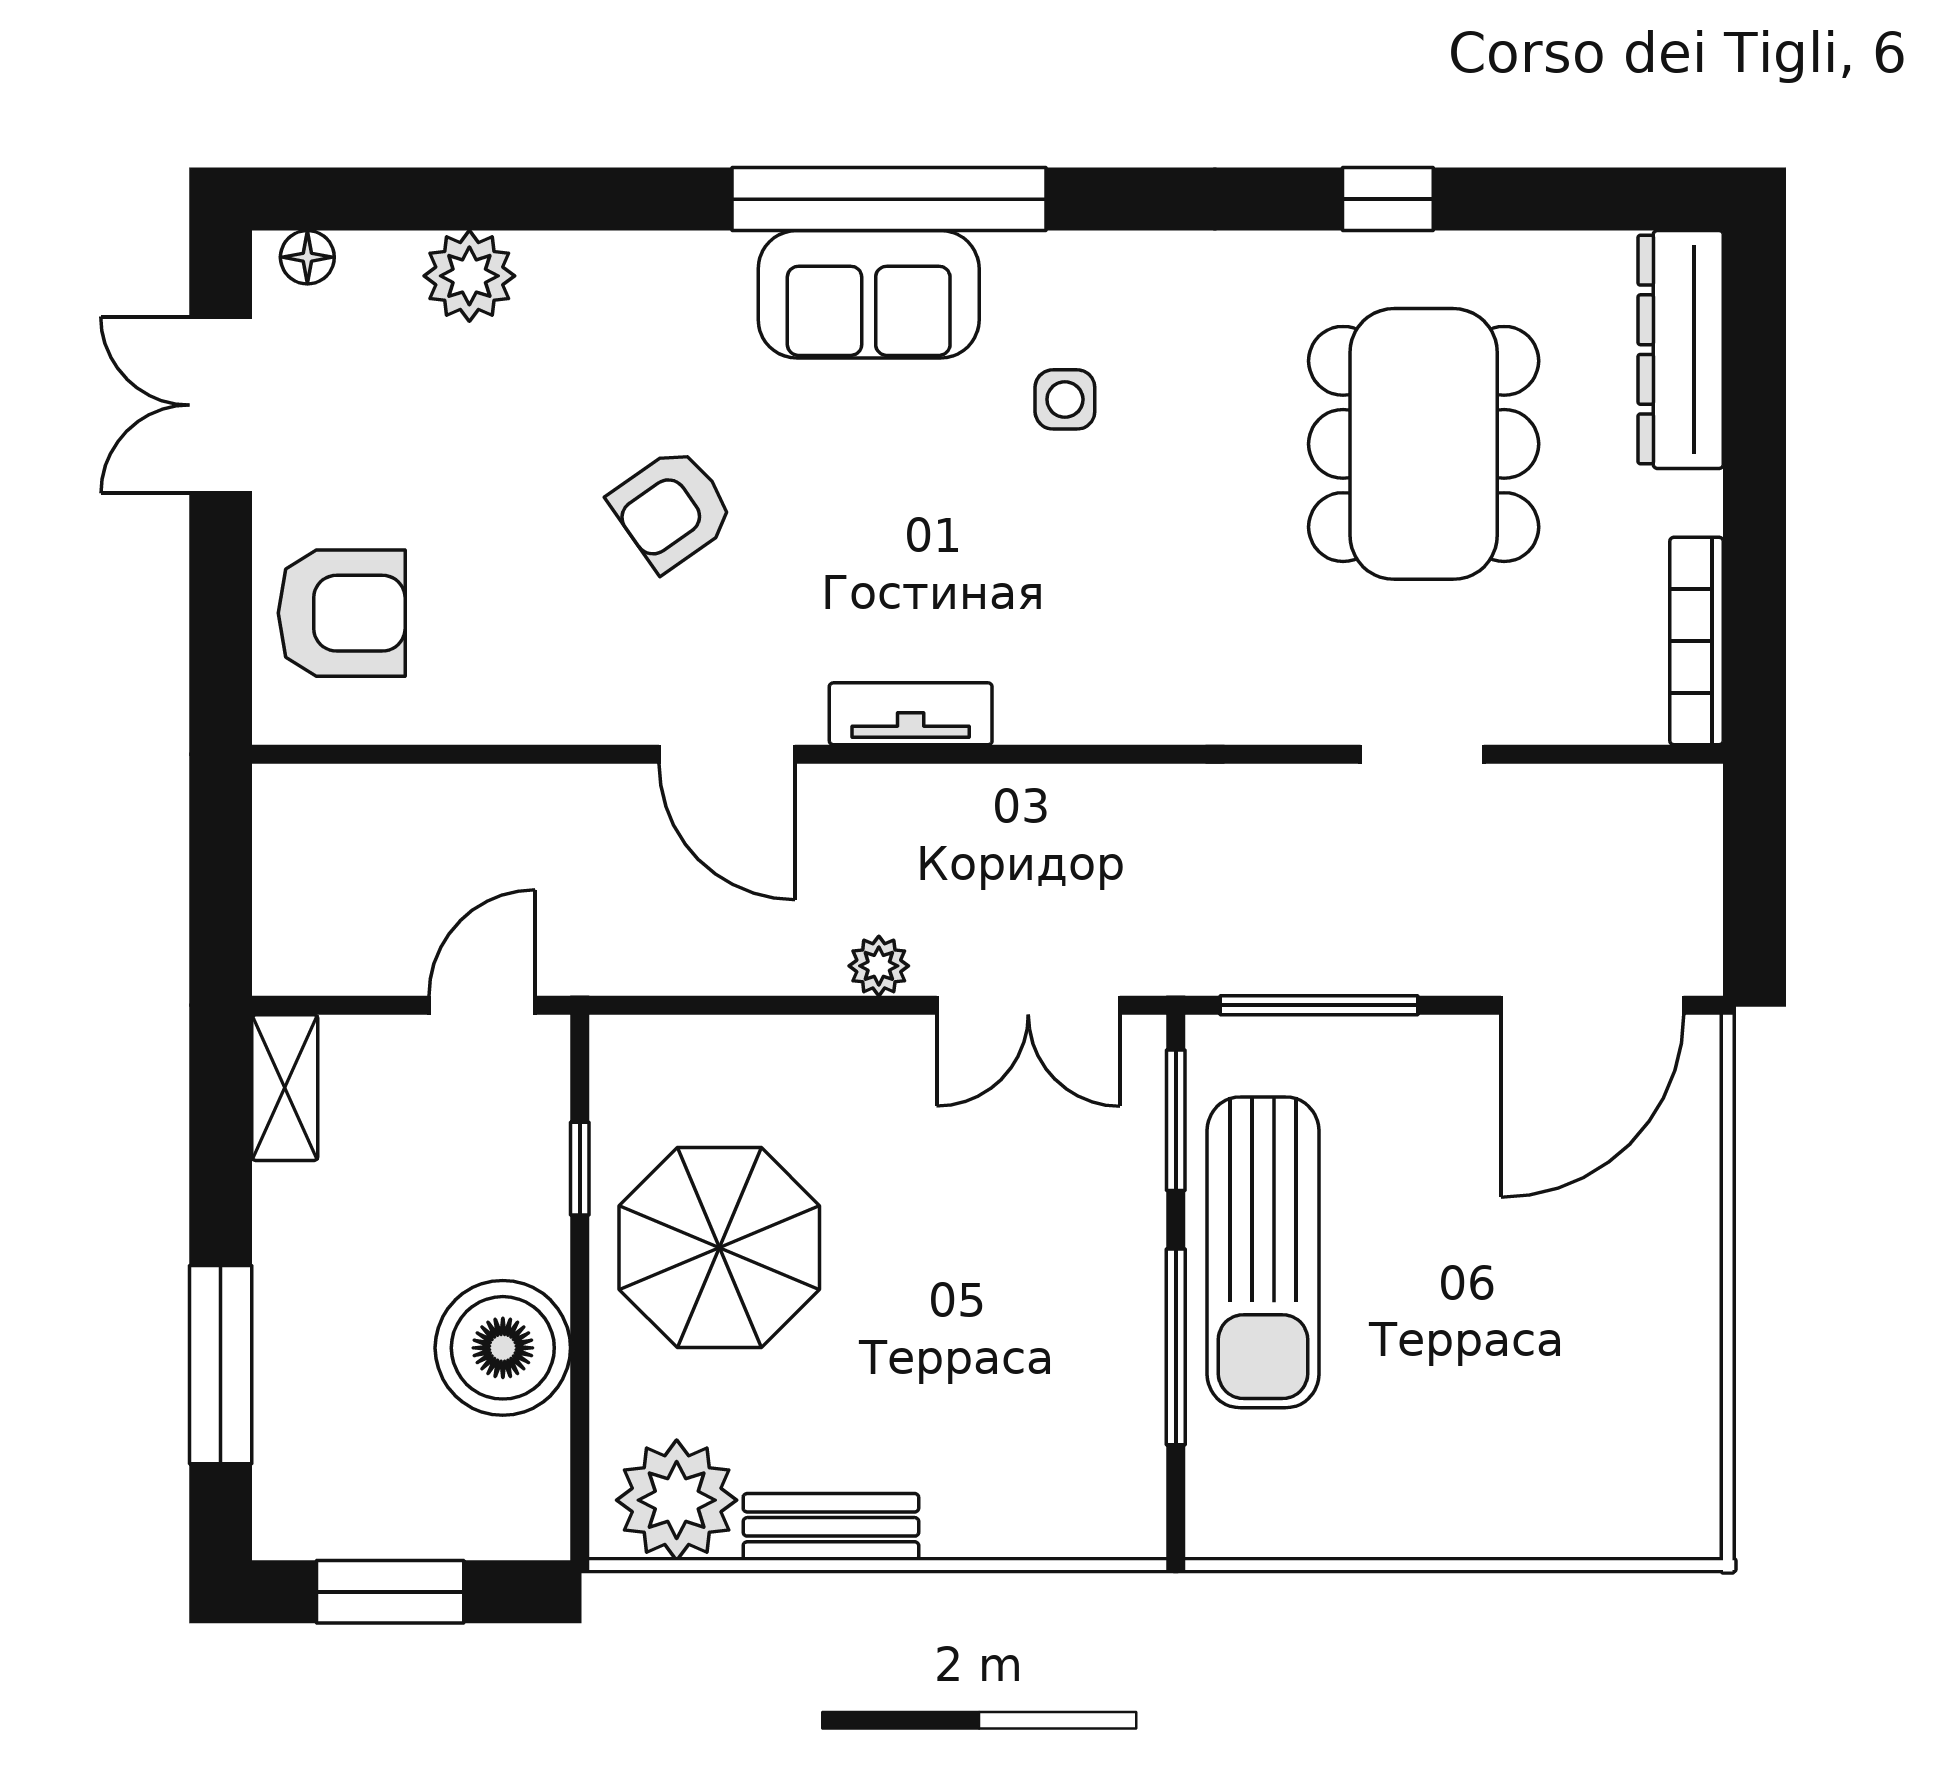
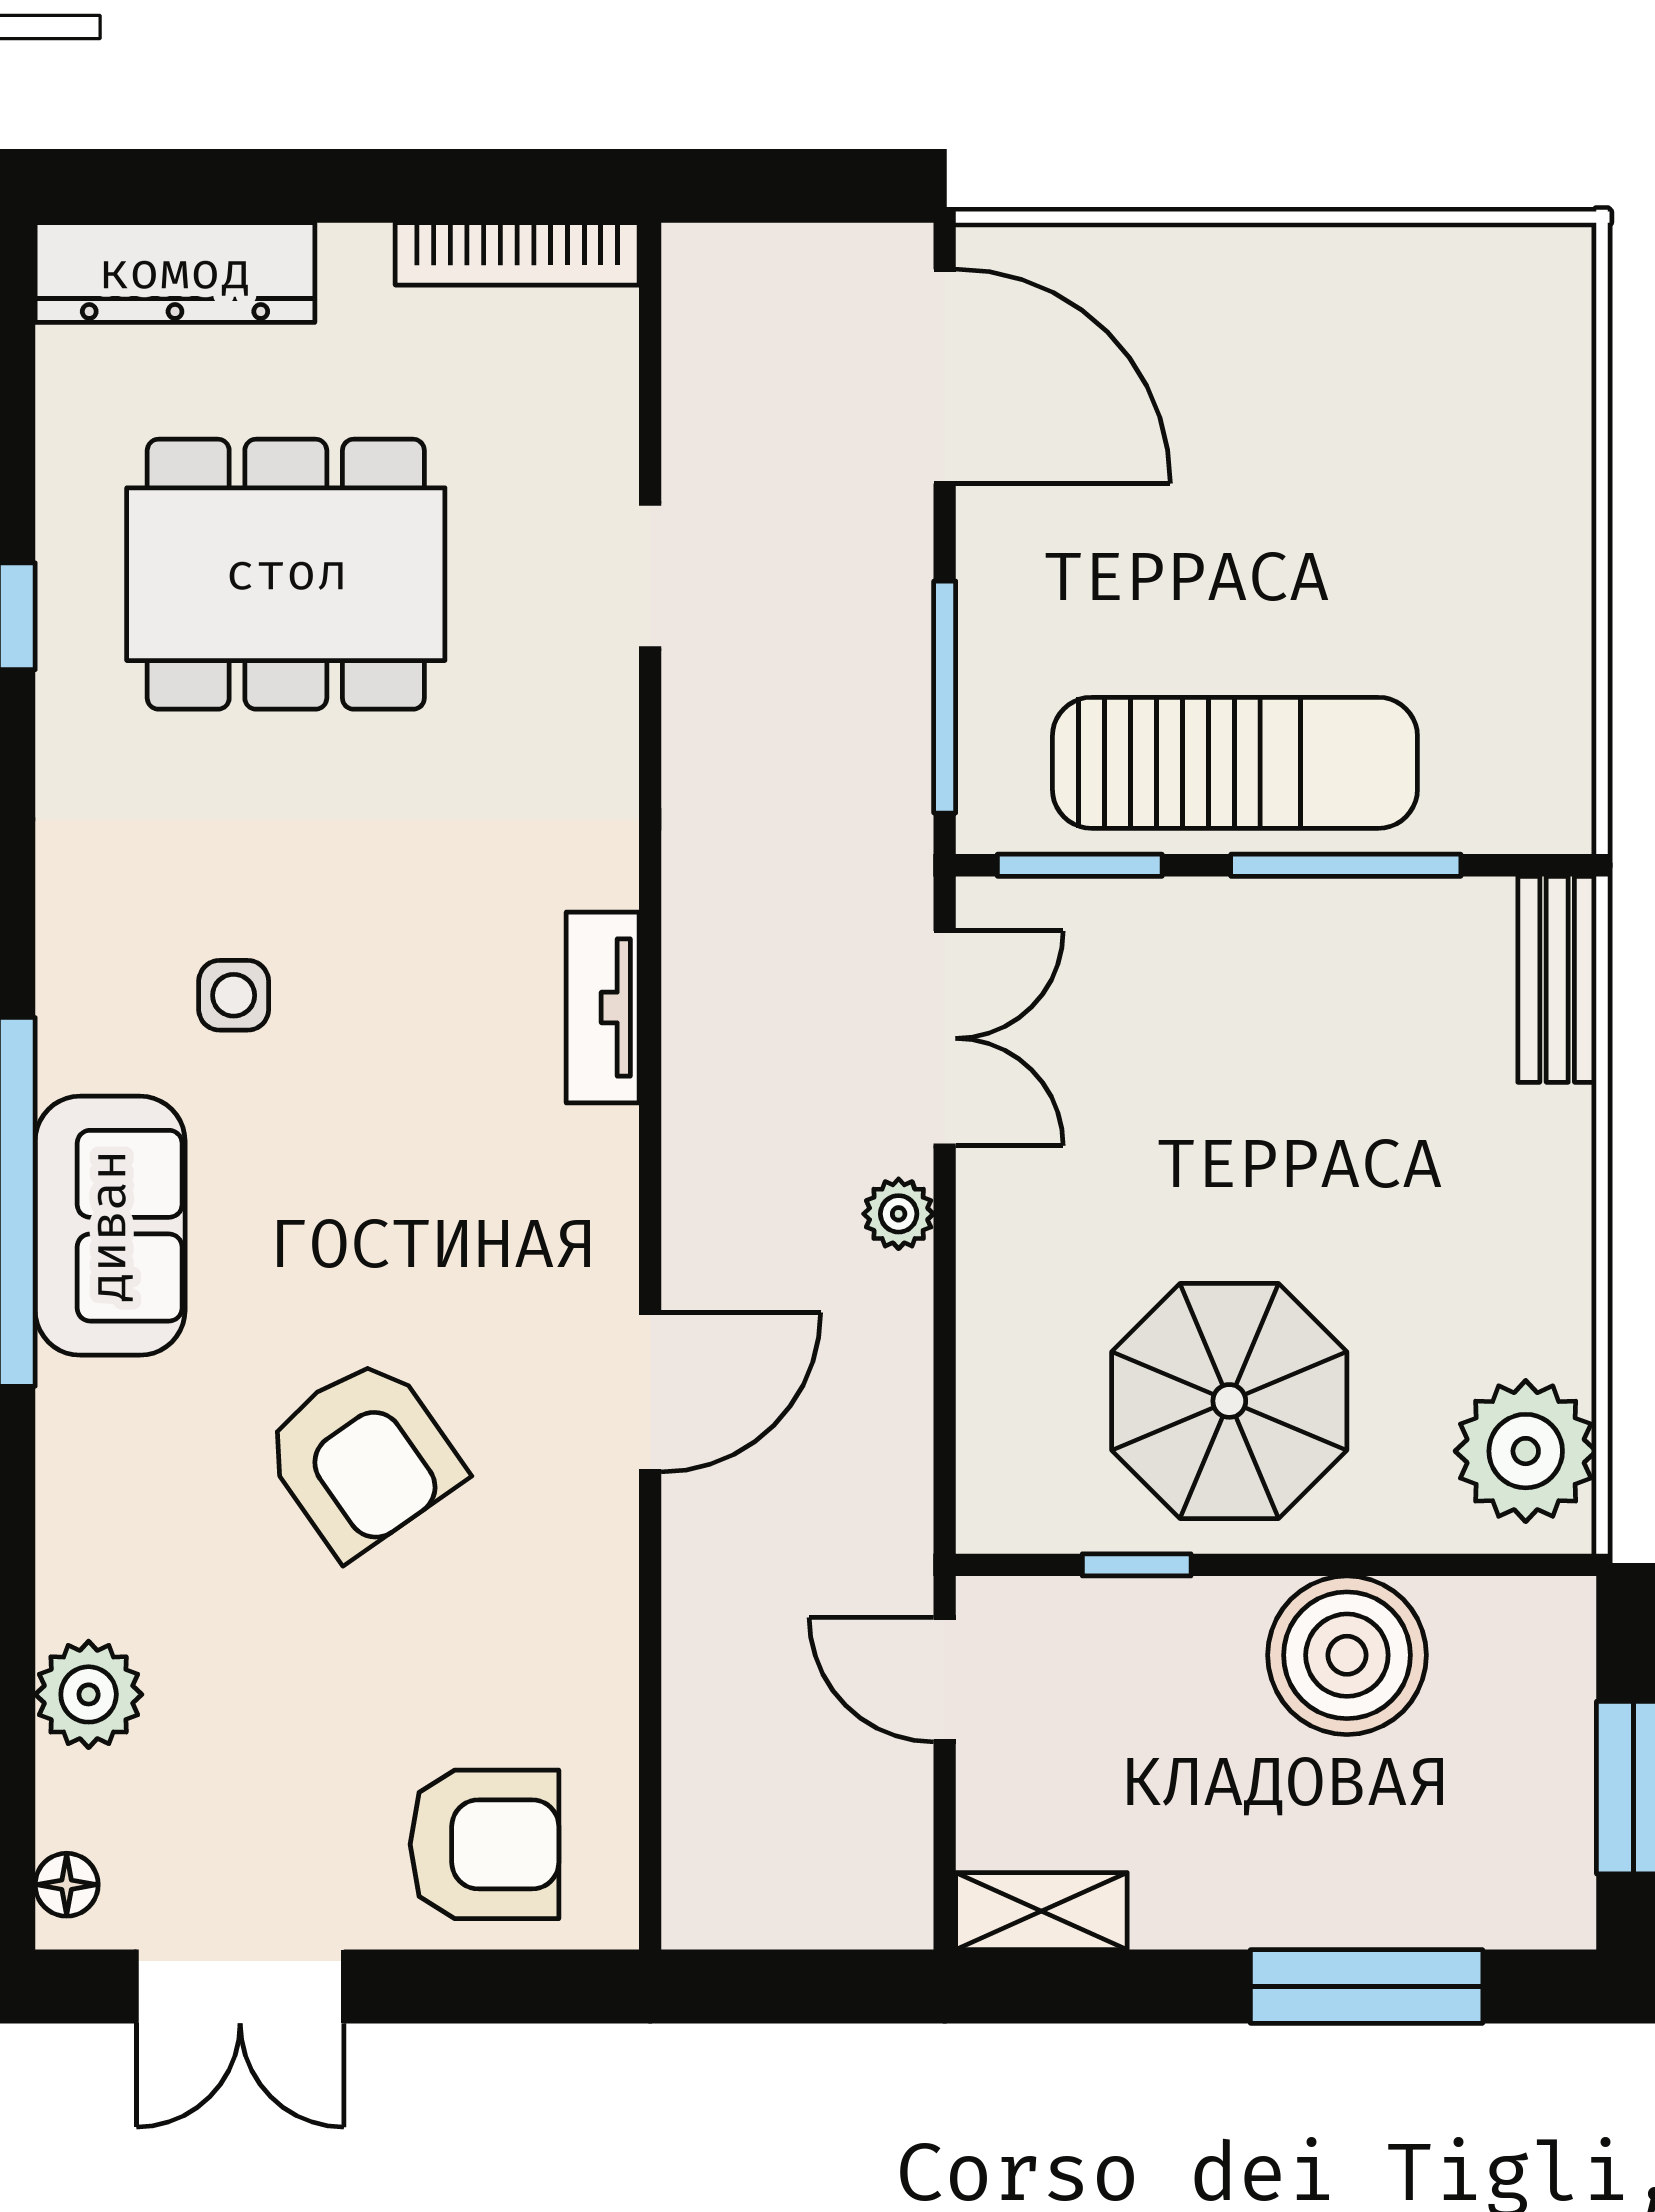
armchair: (672, 509) -> (362, 1457), width x1.38, depth x1.38
armchair: (342, 613) -> (484, 1844), turned 90
tv unit: (911, 714) -> (603, 1007), moved
bench: (831, 1527) -> (1557, 979), moved

